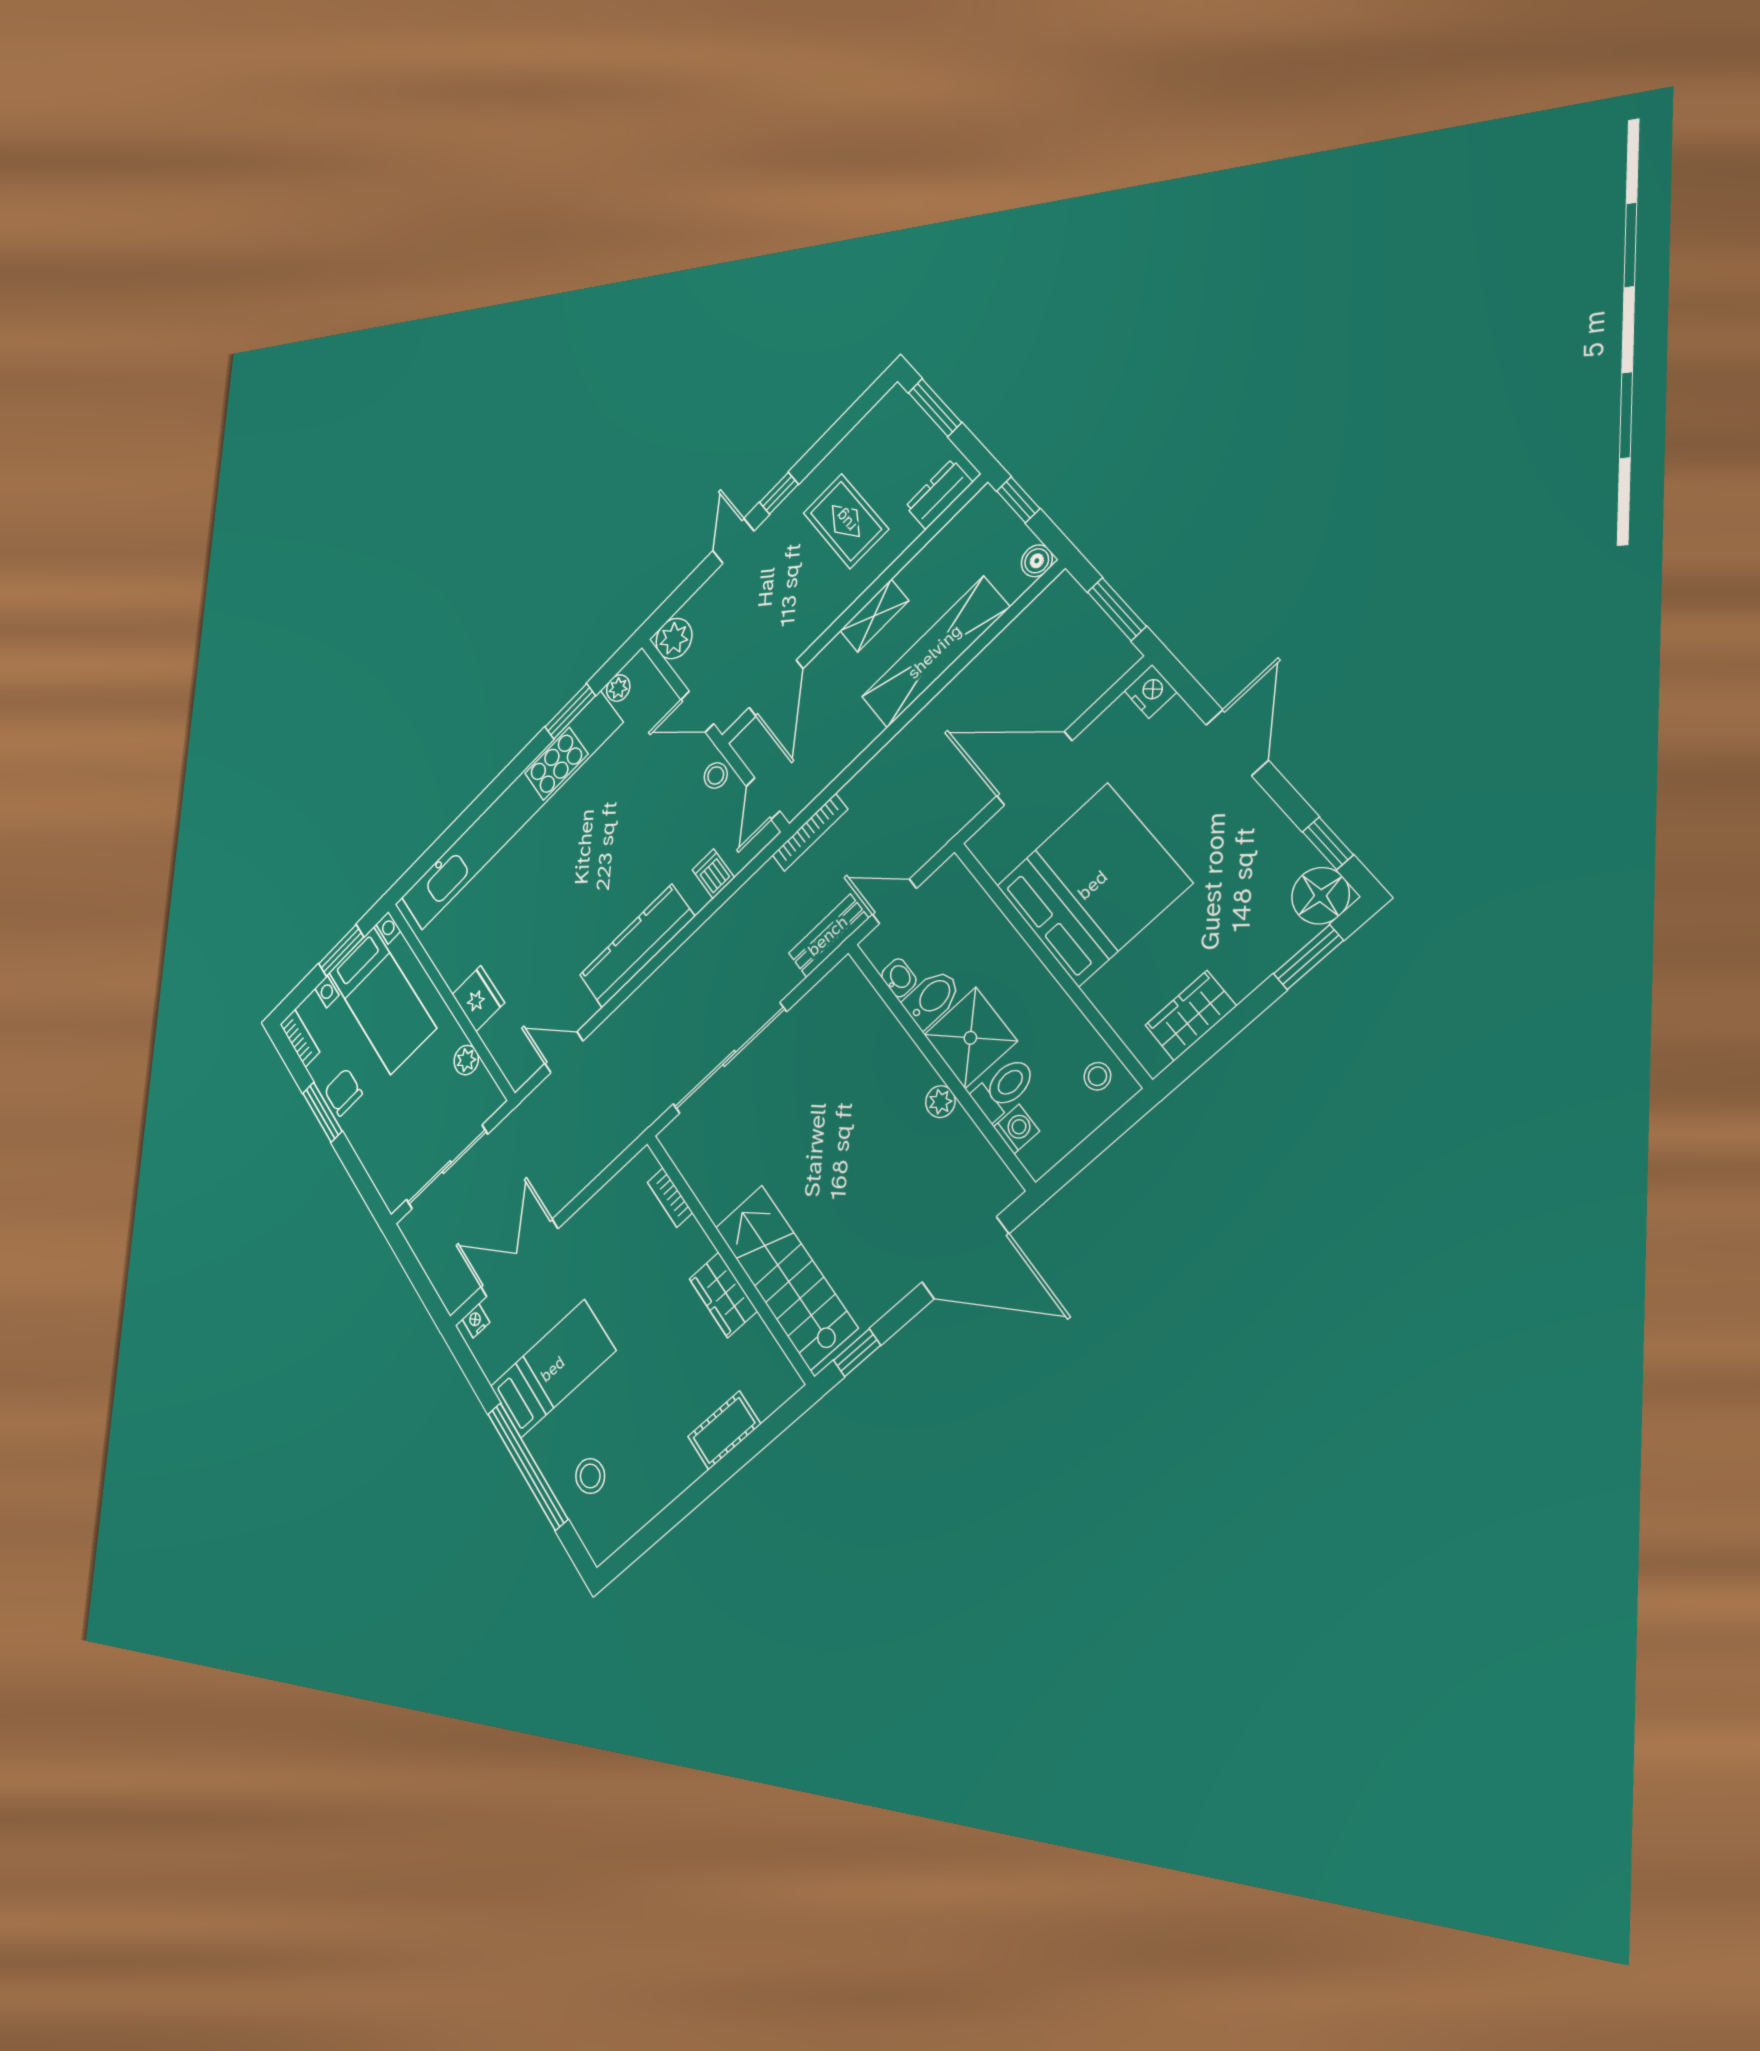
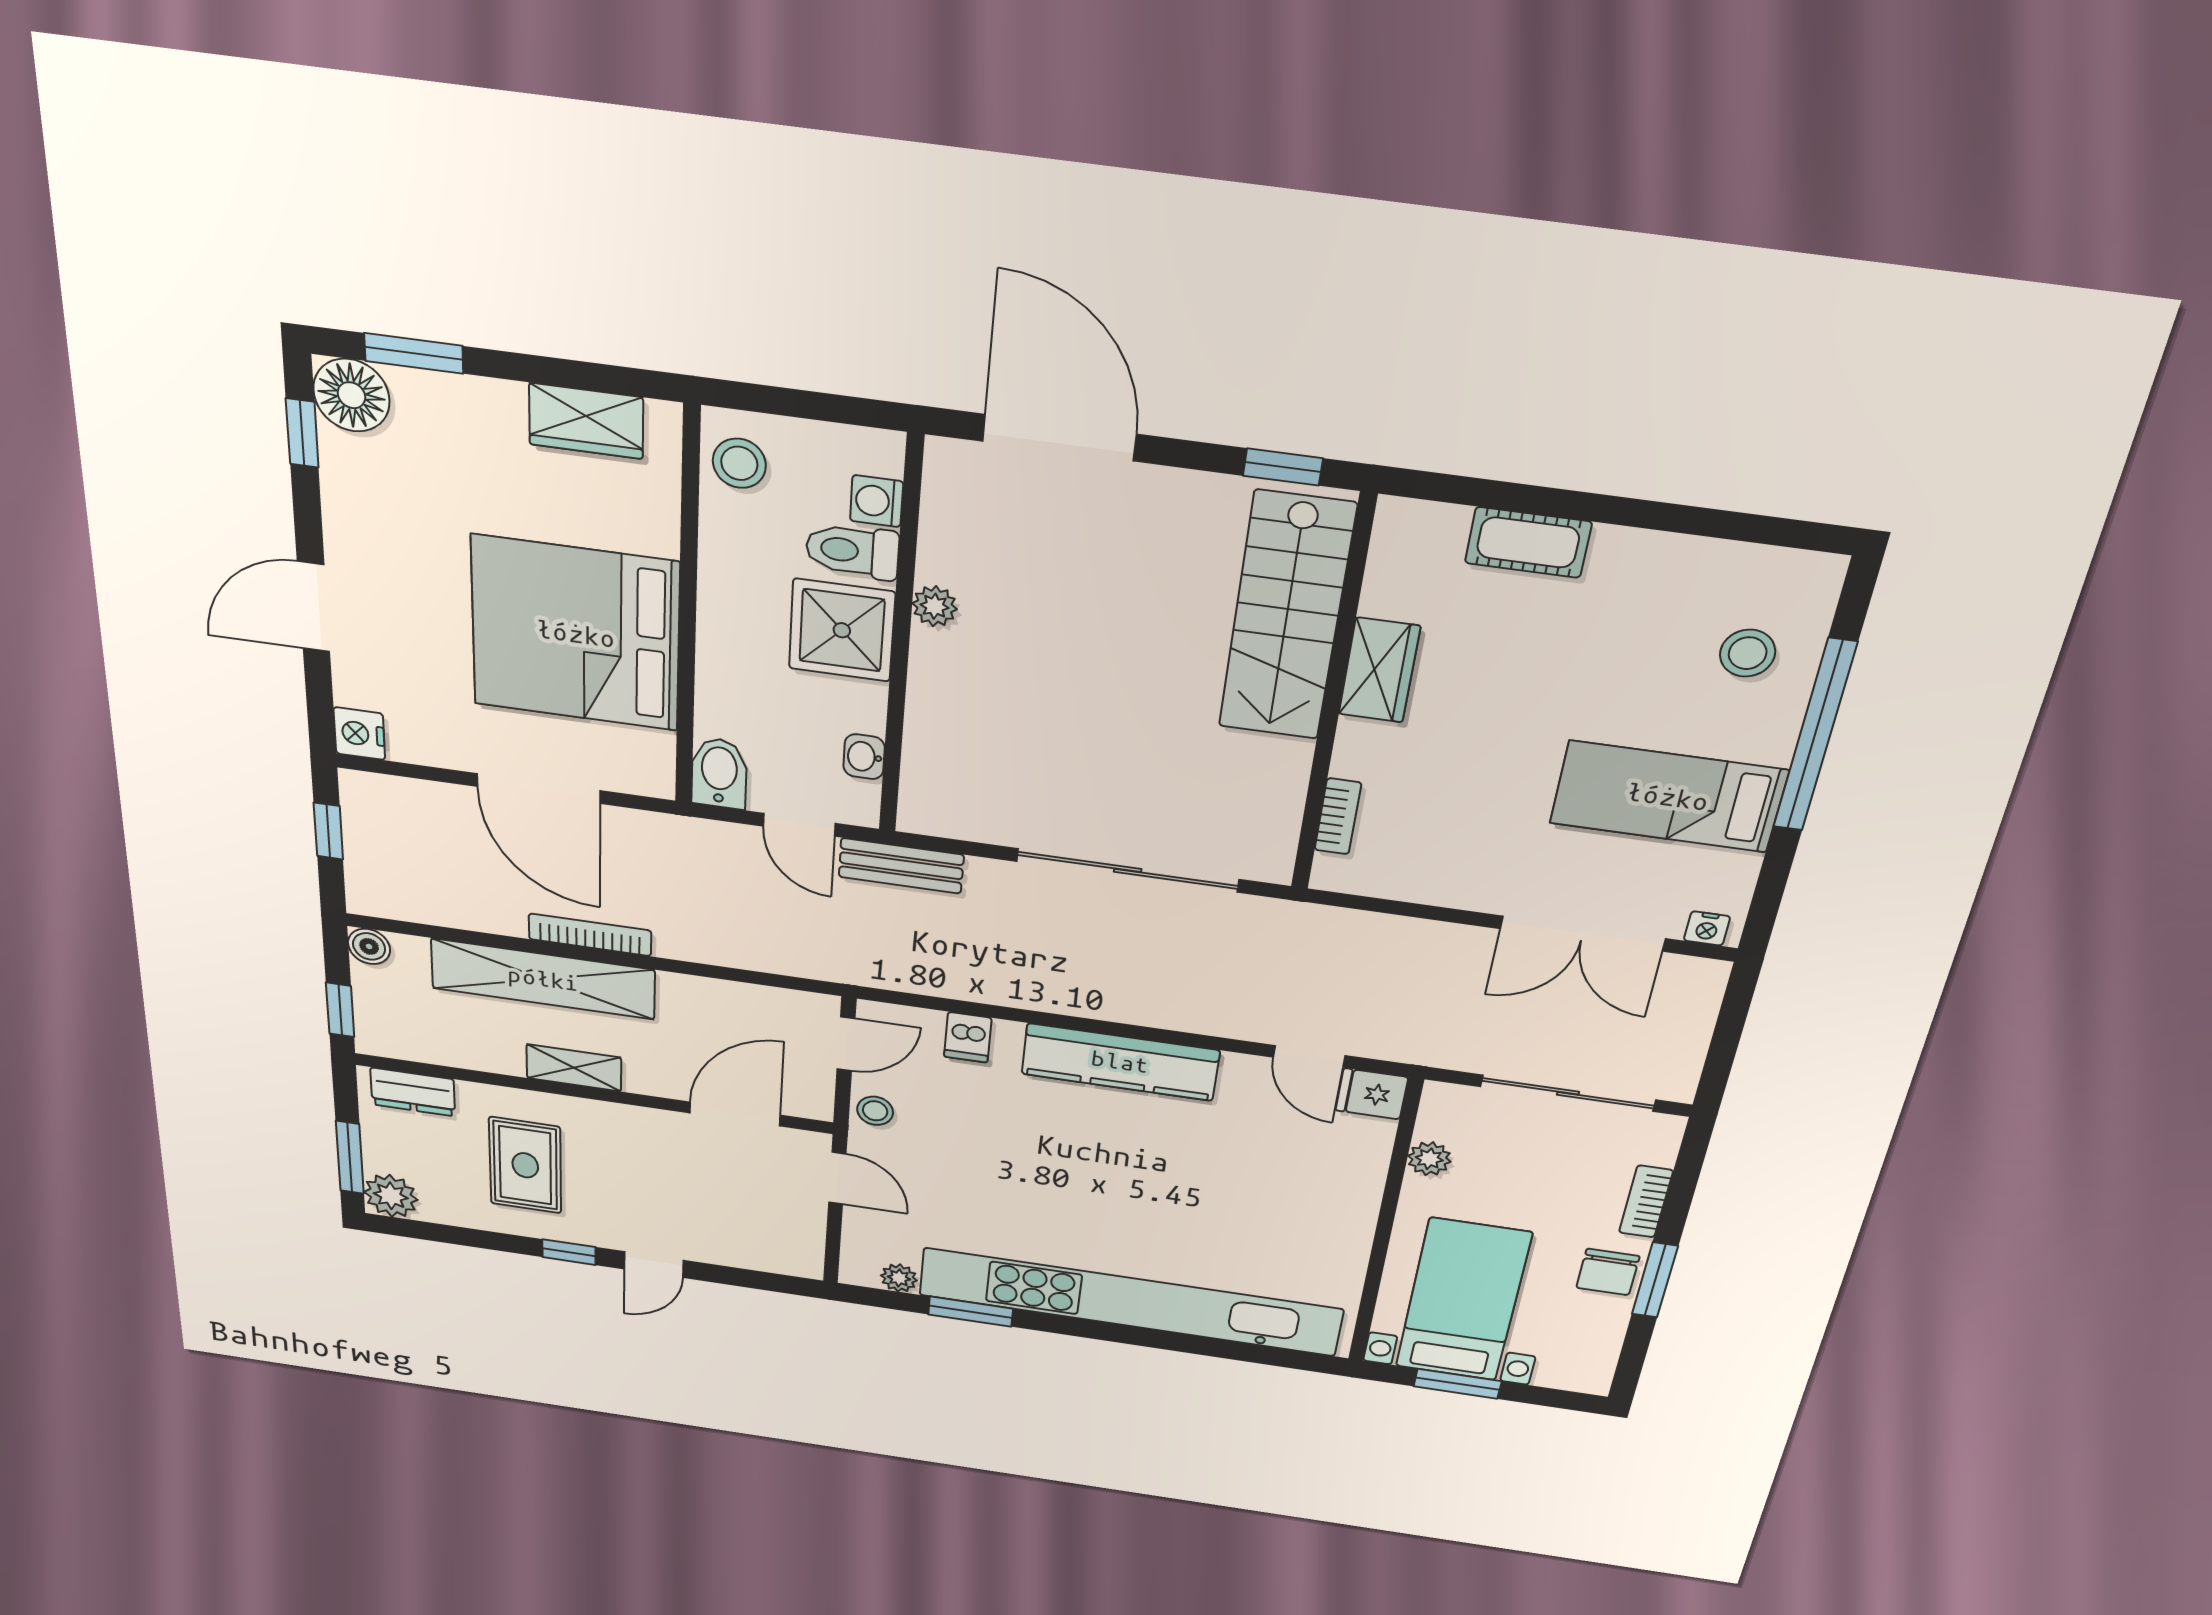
window: (1117, 609) -> (328, 831), width x0.67
plant: (674, 639) -> (391, 1196), moved
bookcase: (810, 832) -> (590, 935), moved
bidet: (932, 998) -> (719, 773), moved, turned 90
fridge: (478, 999) -> (1372, 1094), moved, width x0.72
bookcase: (300, 1038) -> (1646, 1202), moved
stool: (1097, 1076) -> (739, 463), width x1.37, depth x1.37

